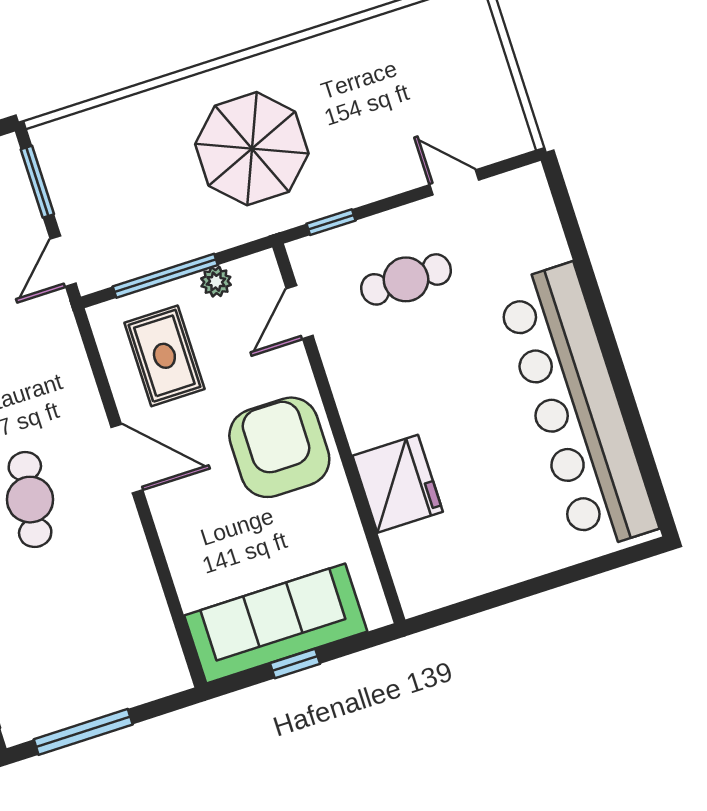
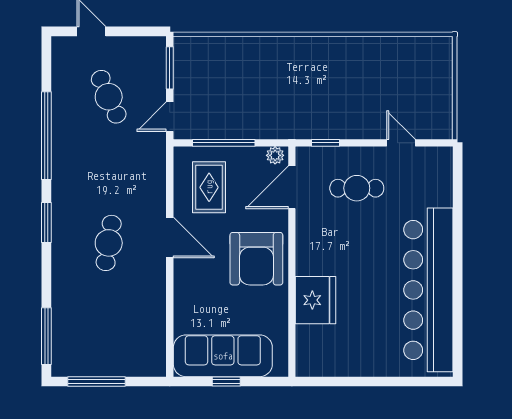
parasol: (252, 149) -> (295, 88), removed
plant: (216, 282) -> (275, 155), moved
door: (300, 312) -> (292, 187), width x1.37
armchair: (279, 447) -> (256, 259), turned 180

